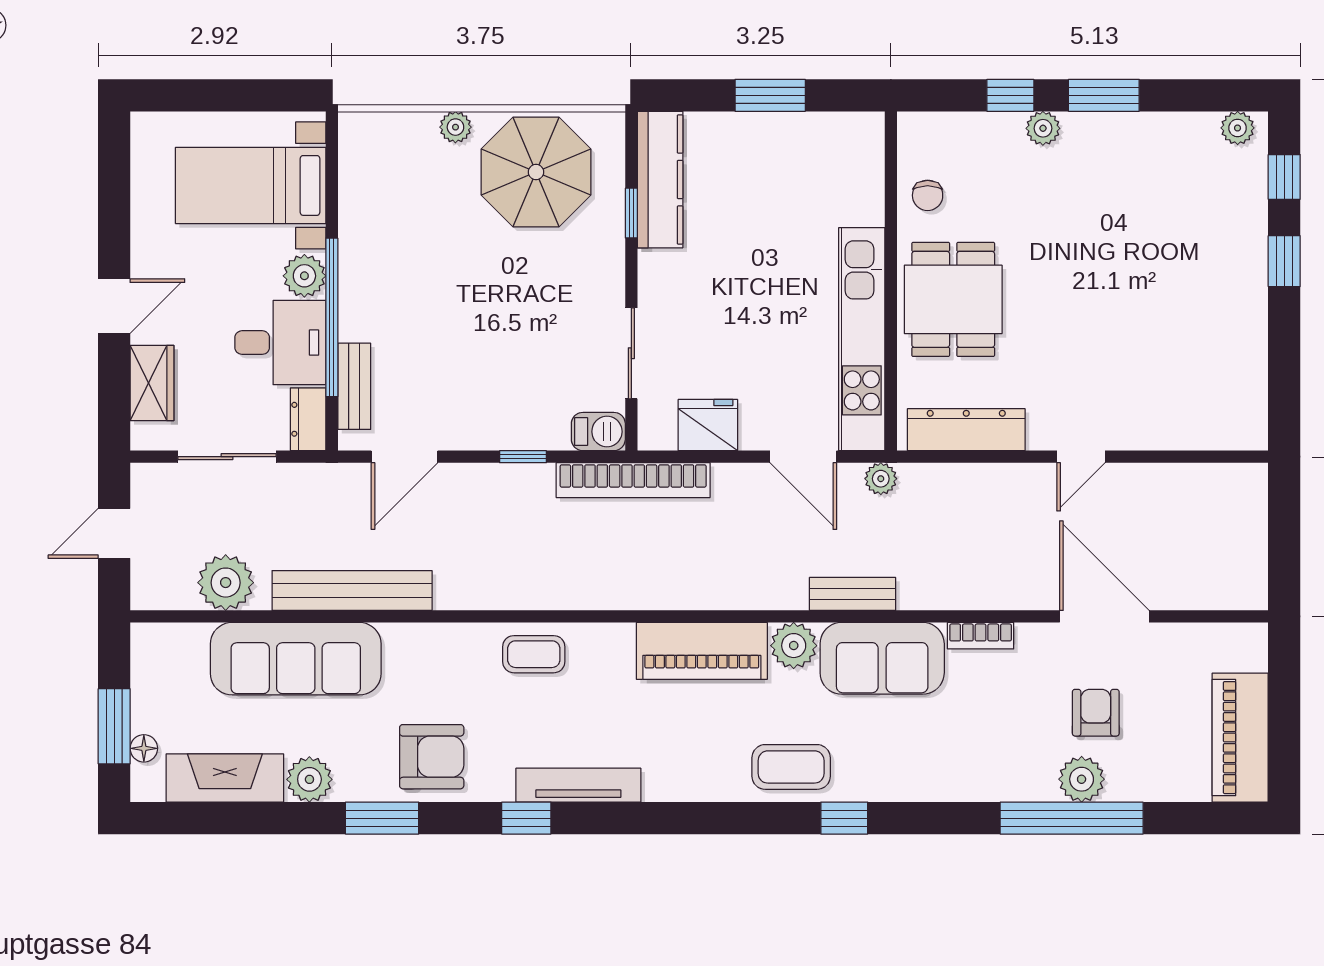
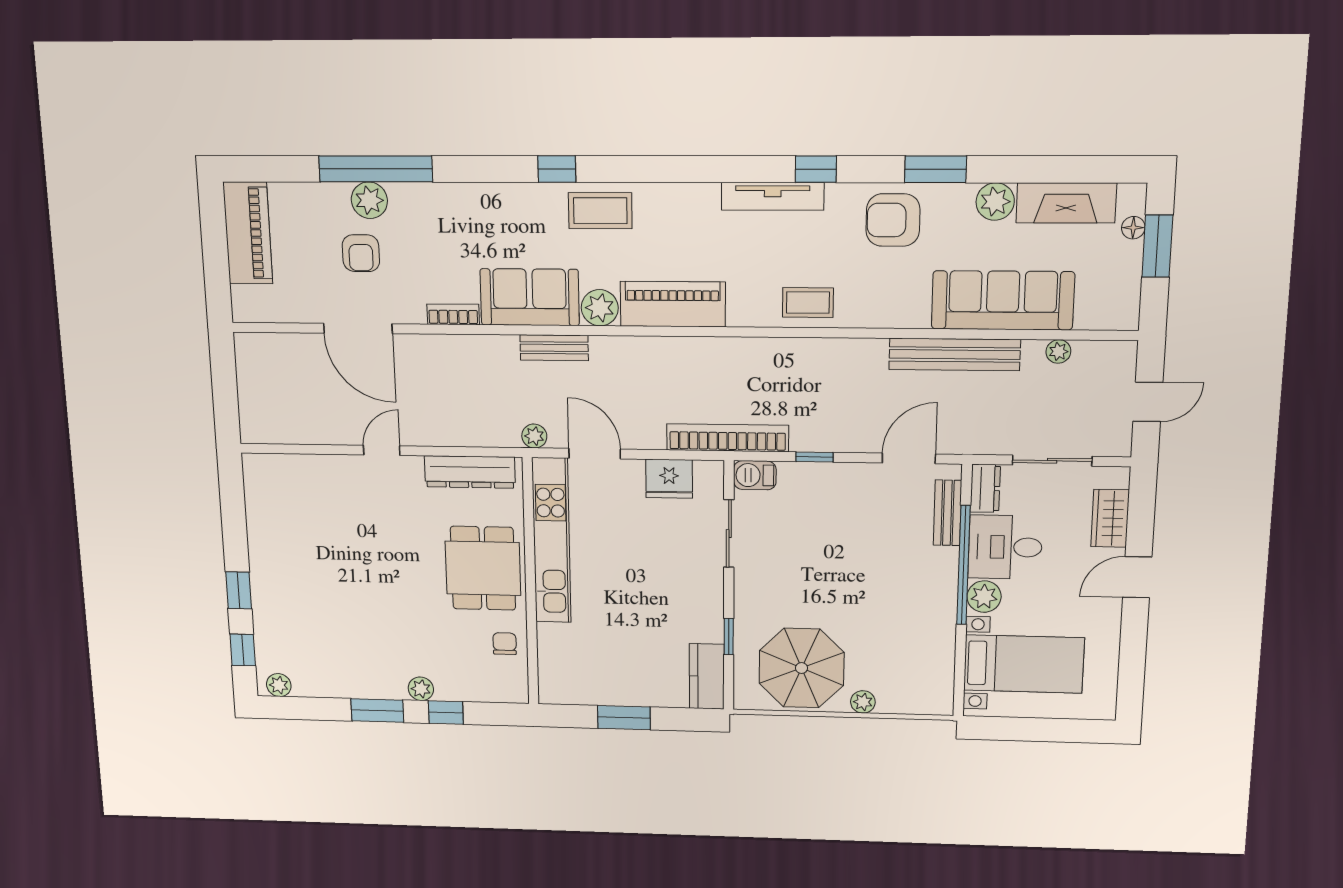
kitchen counter: (660, 180) -> (707, 676), width x0.67
plant: (226, 583) -> (1058, 352), width x0.53, depth x0.53

